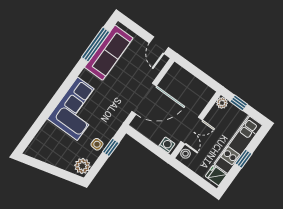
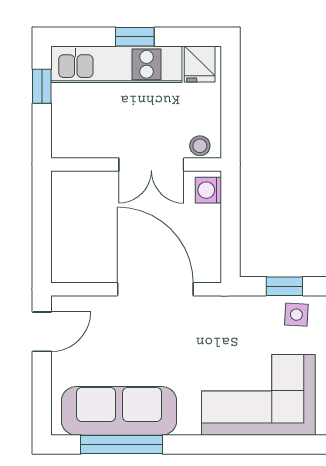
plant: (222, 103) -> (63, 146), removed
window: (239, 103) -> (42, 86), moved
double door: (192, 131) -> (151, 164), swing flipped

